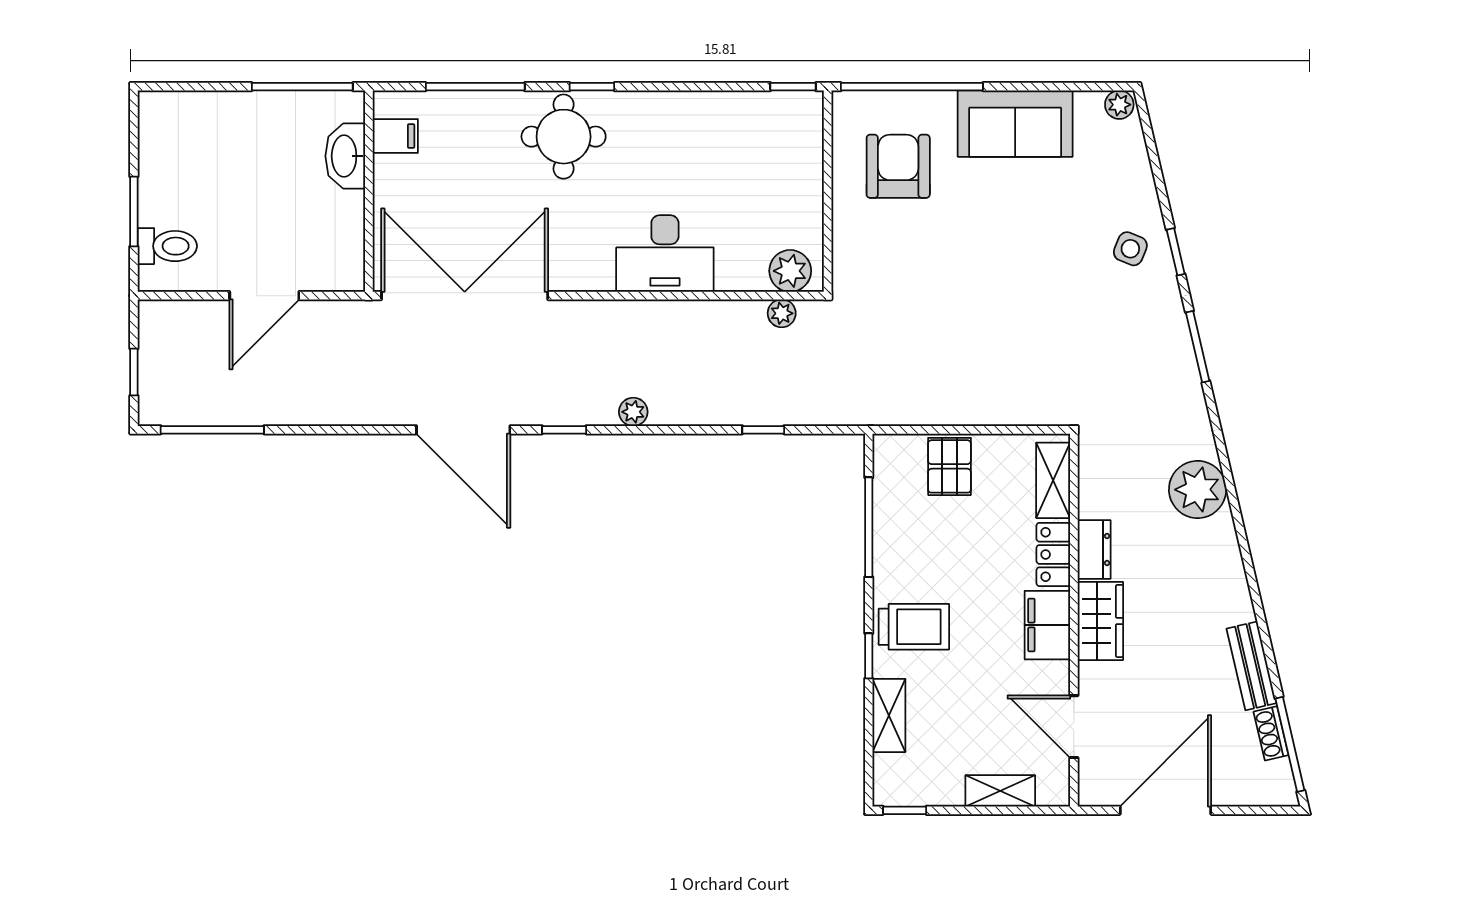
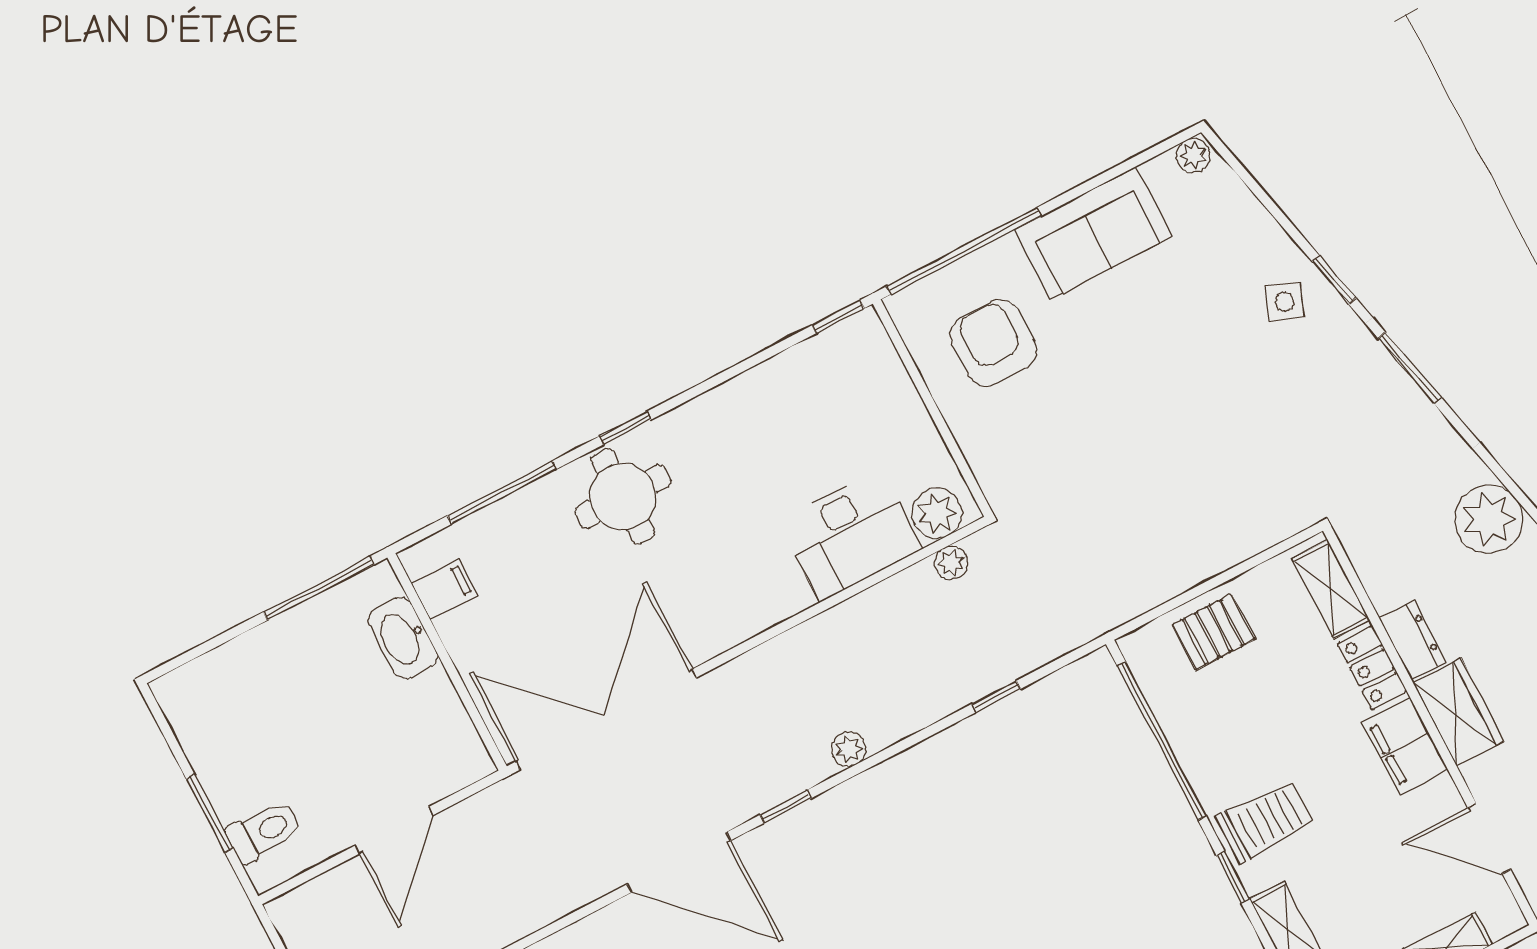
desk: (665, 254) -> (850, 535), moved
pallet: (949, 466) -> (1214, 632), turned 90
window: (869, 527) -> (1162, 741), width x1.46

